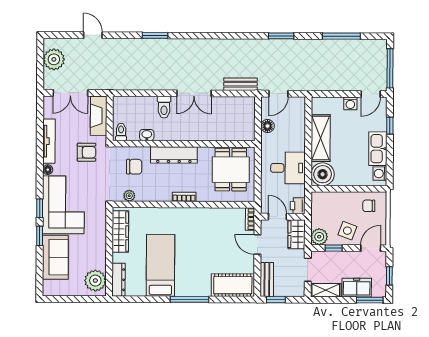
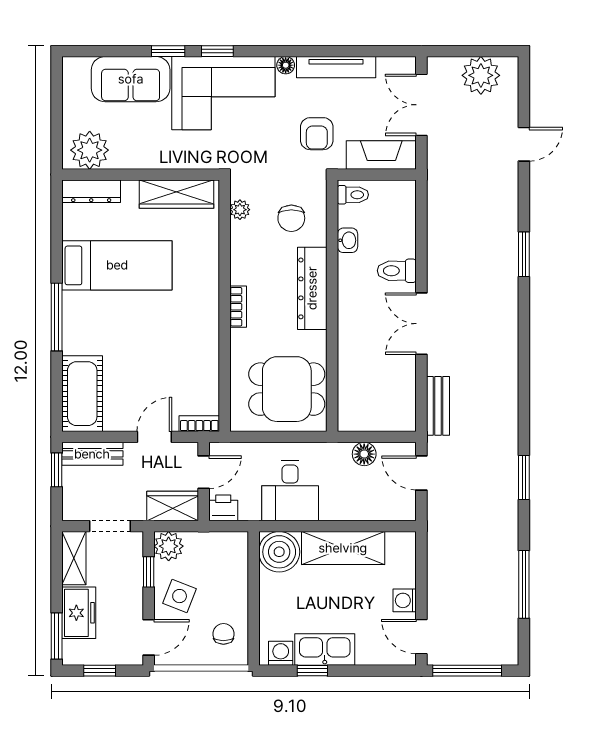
window: (390, 126) -> (312, 671), moved
door: (371, 248) -> (149, 637), hinge flipped

